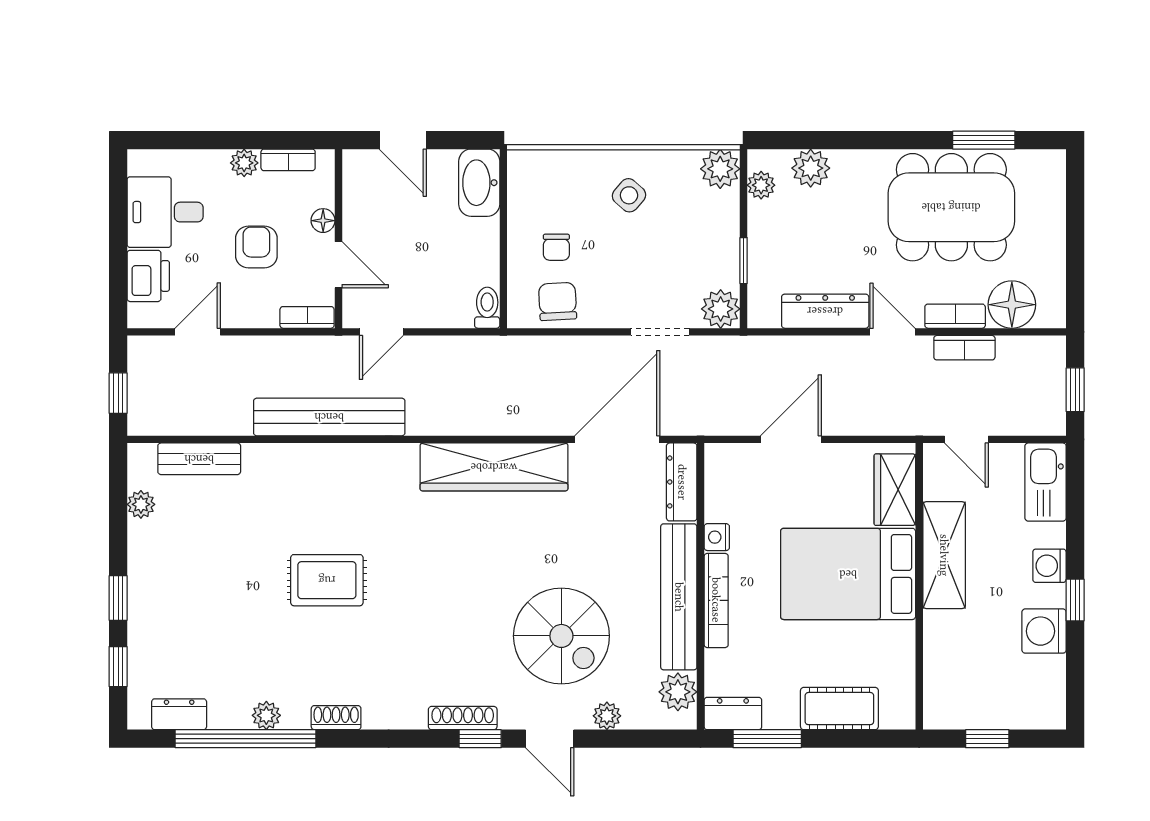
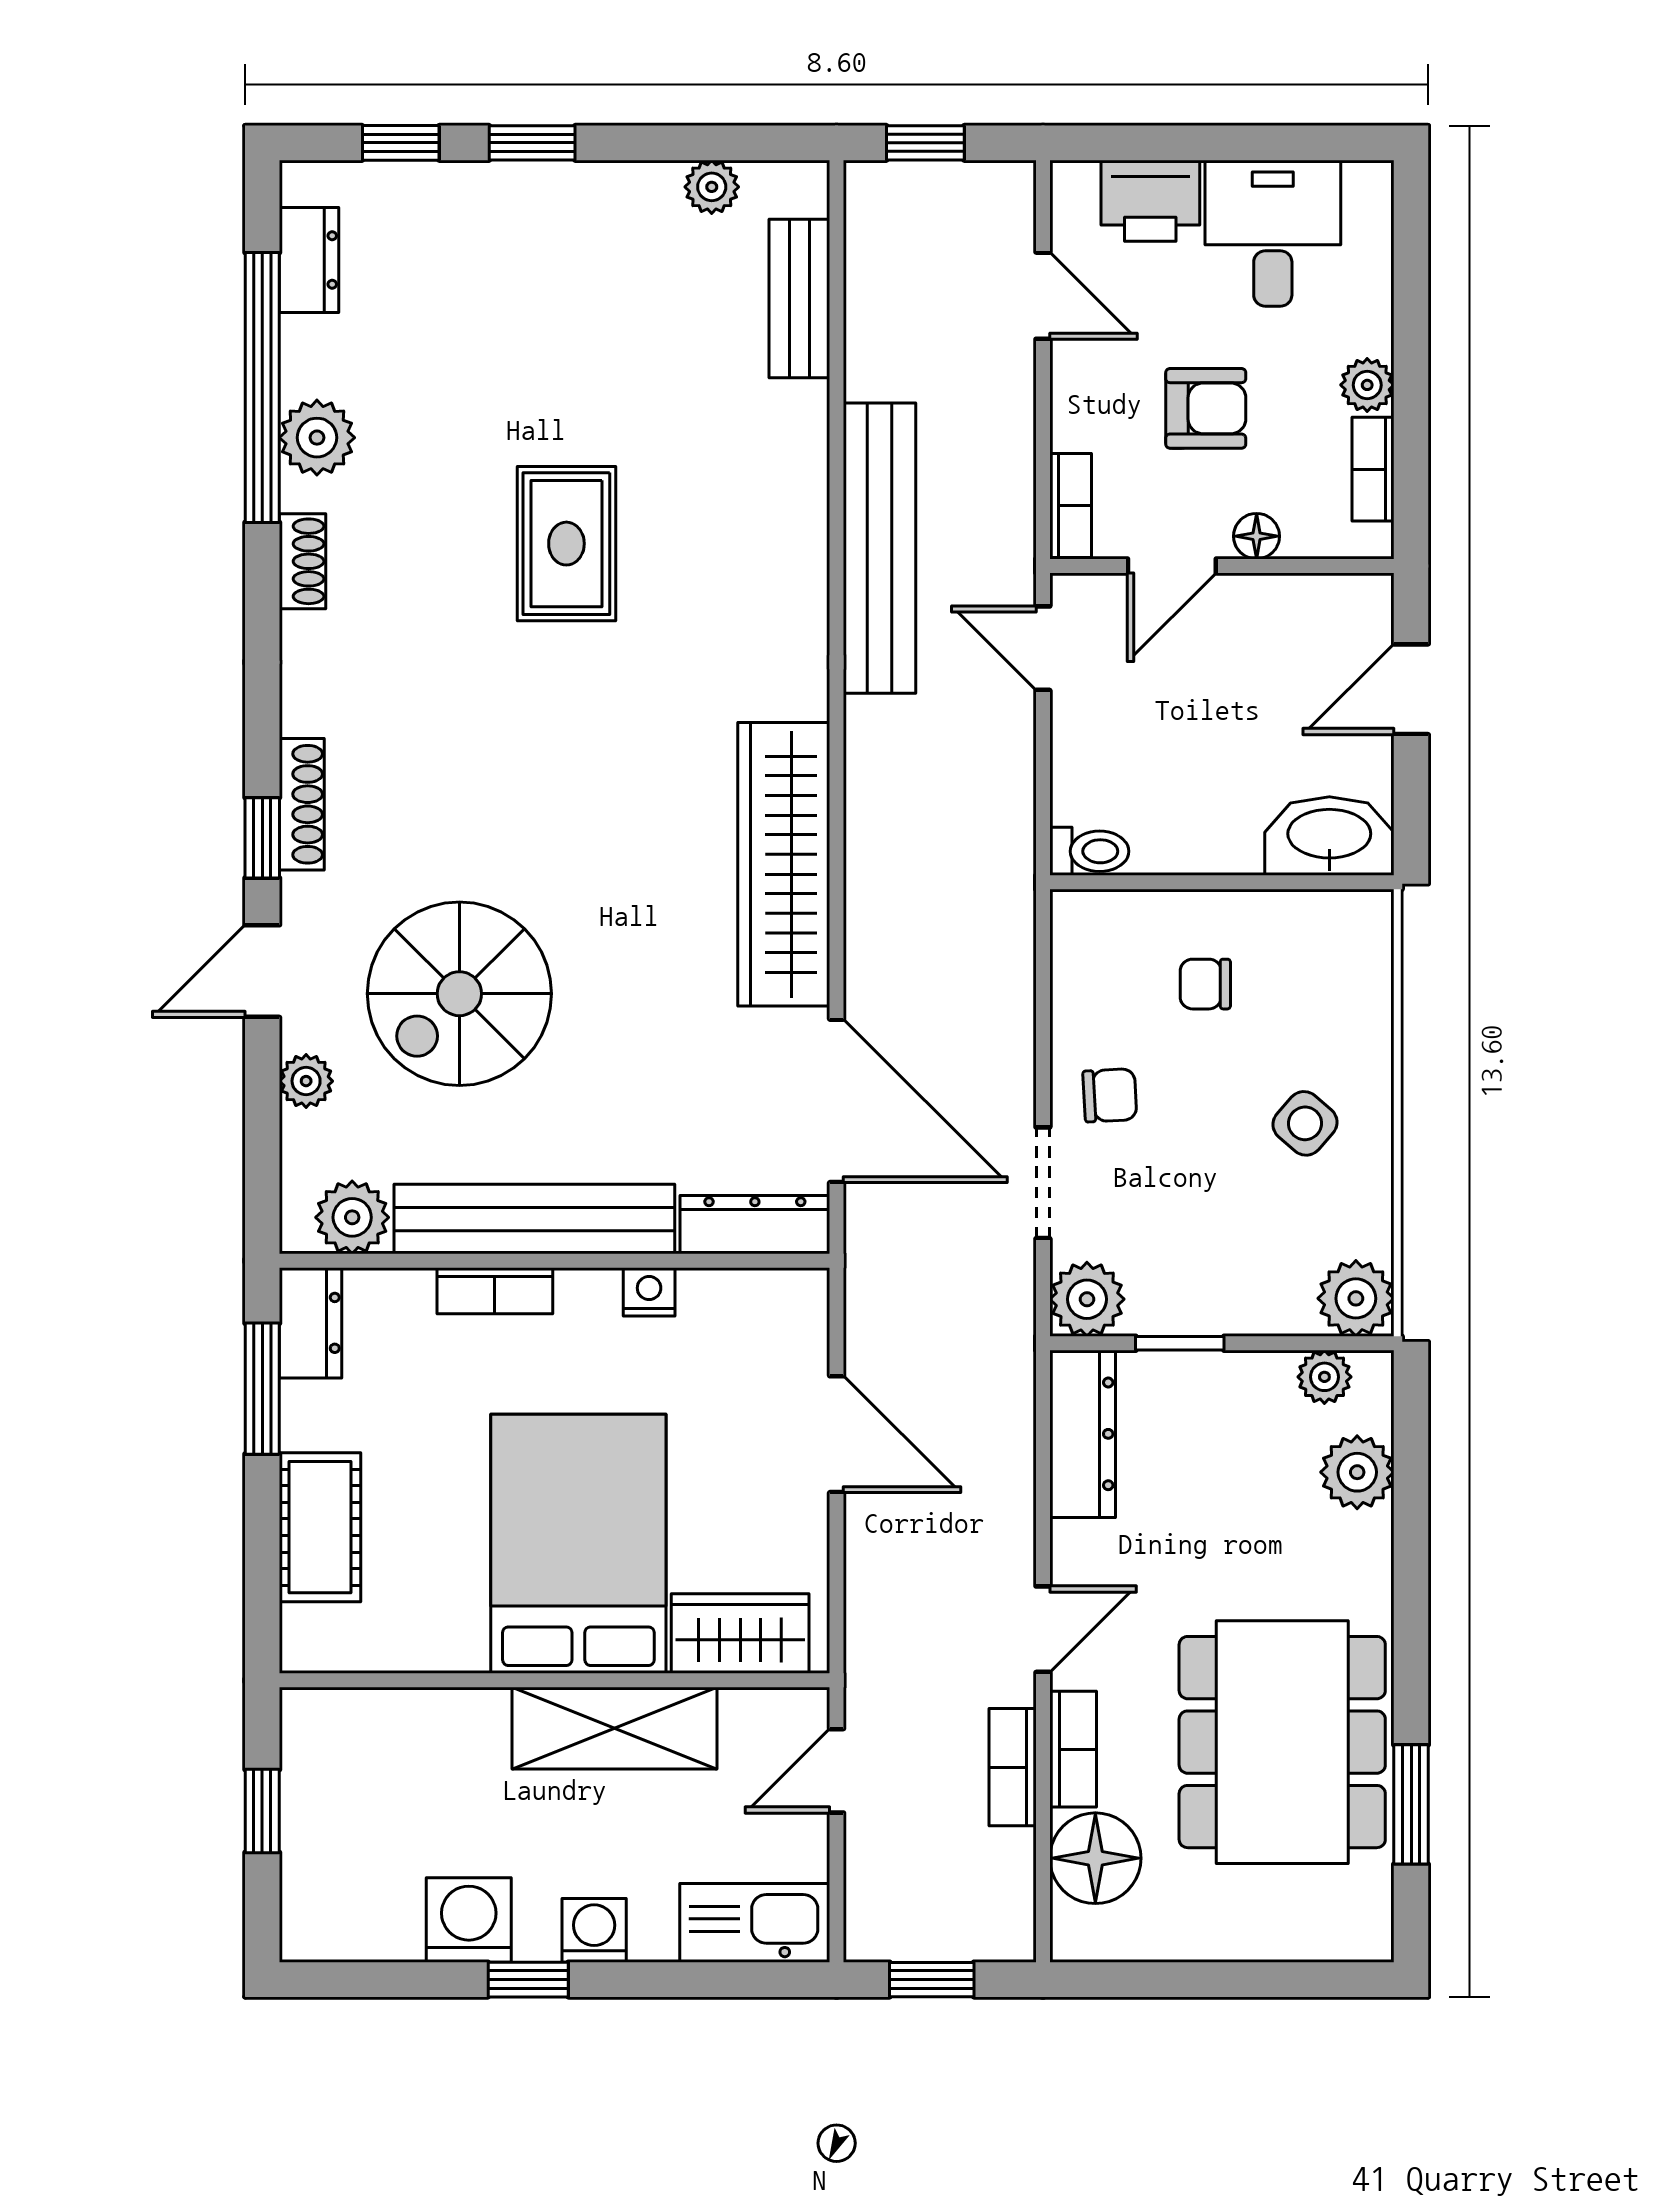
chair: (558, 301) -> (1110, 1095), moved, width x0.73, depth x0.73
dresser: (825, 311) -> (1083, 1434), moved
bookcase: (716, 600) -> (495, 1291), width x0.64
plant: (266, 715) -> (317, 438), width x1.38, depth x1.38

